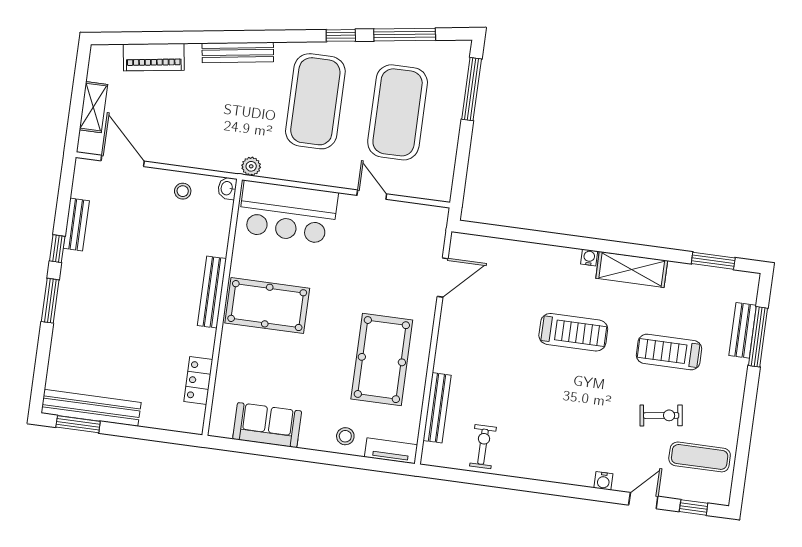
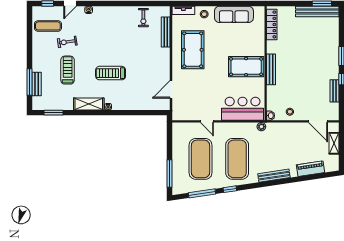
treadmill: (669, 352) -> (68, 70), turned -90
locker: (198, 380) -> (272, 24), width x1.53
sofa: (267, 425) -> (234, 14), width x1.36

